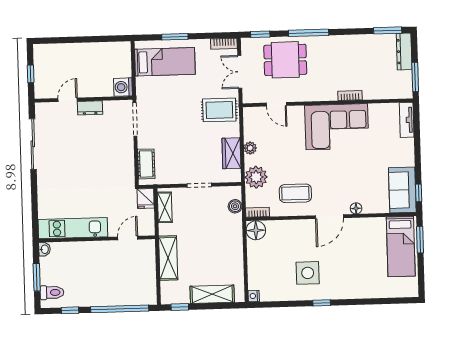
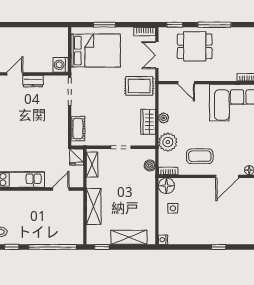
bed: (165, 62) -> (96, 51), width x1.50
side table: (308, 273) -> (173, 208), moved, width x0.54, depth x0.54

